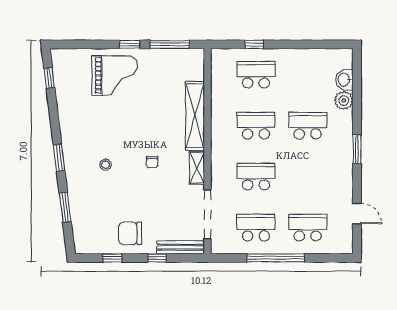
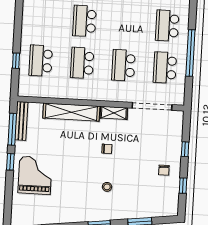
chair: (130, 233) -> (164, 170), width x0.54, depth x0.54
bench: (181, 247) -> (21, 121), moved

